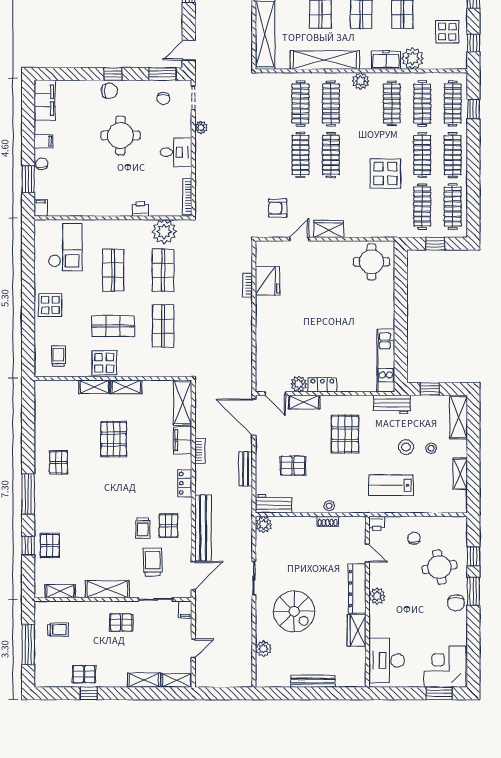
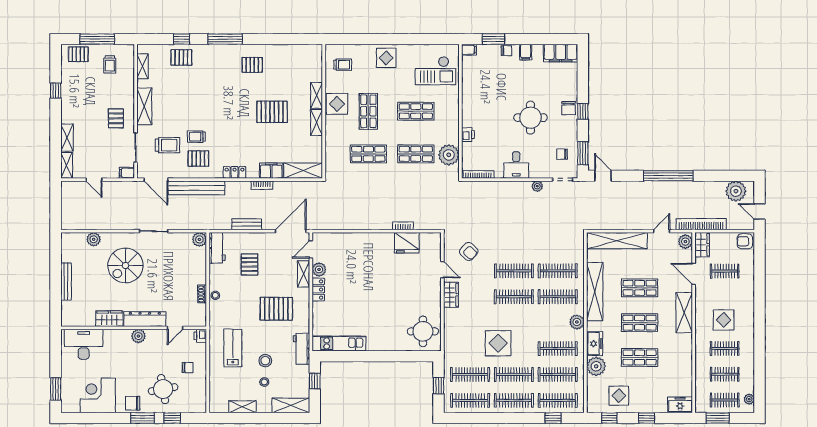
armchair: (278, 208) -> (469, 251), turned 133
corner desk: (445, 667) -> (98, 395), moved, turned -90
pallet: (84, 674) -> (78, 54), moved, turned 90

